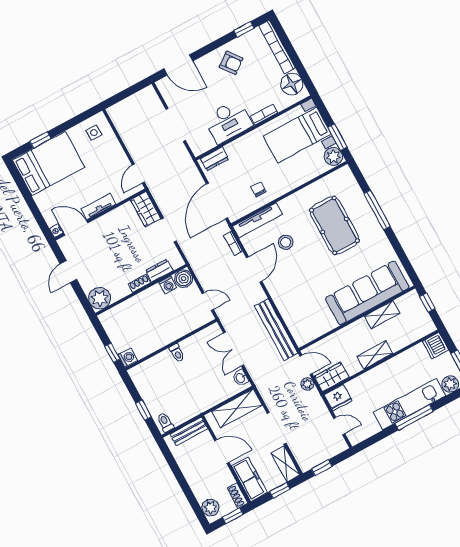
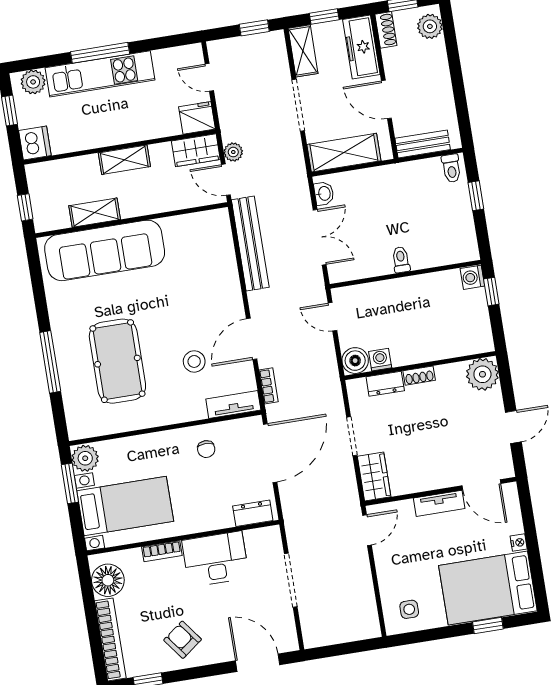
tv unit: (258, 220) -> (233, 404), width x0.71
nightstand: (56, 231) -> (519, 543), moved

